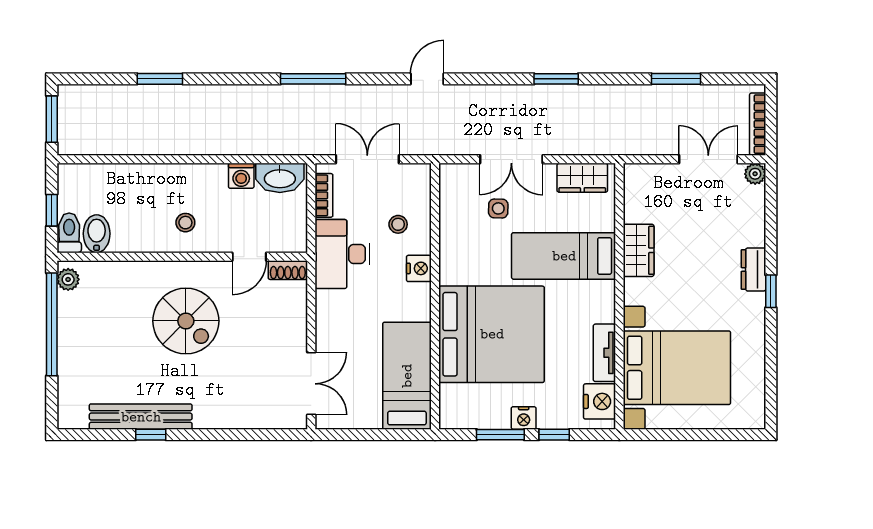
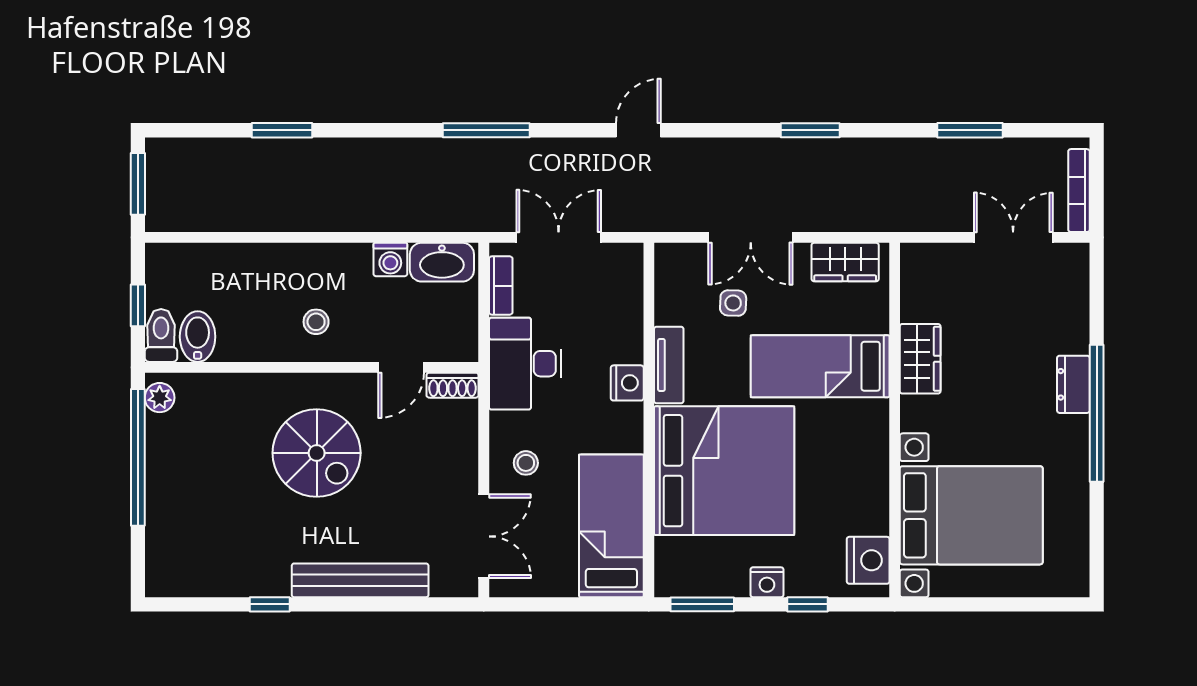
plant: (755, 174) -> (1075, 257), removed
stool: (398, 224) -> (526, 463), moved
window: (771, 291) -> (1097, 413), width x3.17
tv unit: (604, 353) -> (669, 365), moved, turned 180
bench: (141, 417) -> (360, 580), moved
window: (500, 435) -> (702, 604), moved

